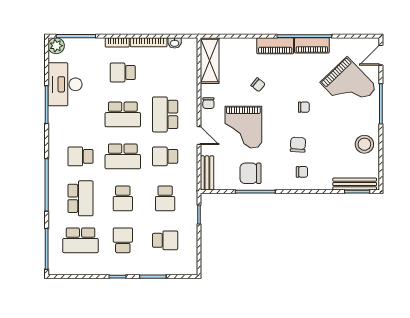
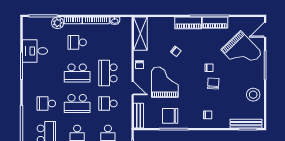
plant: (56, 46) -> (58, 23), moved
desk: (65, 84) -> (35, 51), width x0.73
grand piano: (243, 127) -> (165, 82), turned 180
chair: (298, 145) -> (213, 84), moved

